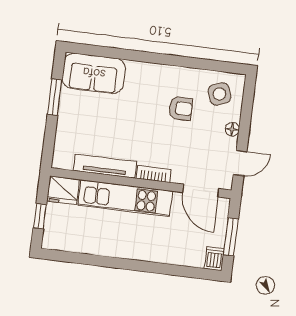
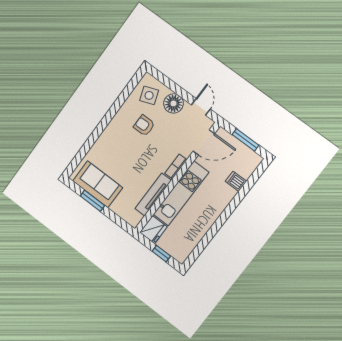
sofa: (94, 73) -> (98, 184), moved, turned -90
armchair: (181, 108) -> (144, 126), turned -90
floor lamp: (232, 129) -> (173, 103), width x1.89, depth x1.89
dishwasher: (214, 259) -> (236, 181), moved

